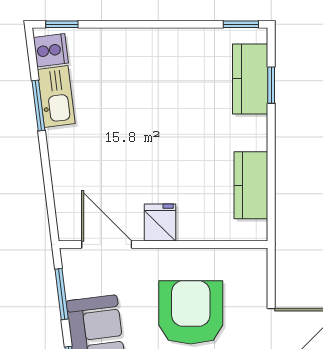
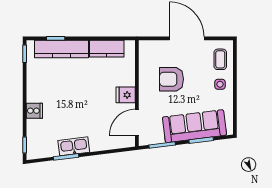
cooker: (51, 50) -> (34, 111), moved, turned 97
kitchen counter: (250, 79) -> (61, 49), width x1.50
kitchen sink: (56, 96) -> (74, 146), moved
armchair: (191, 312) -> (172, 79), width x0.73, depth x0.73

